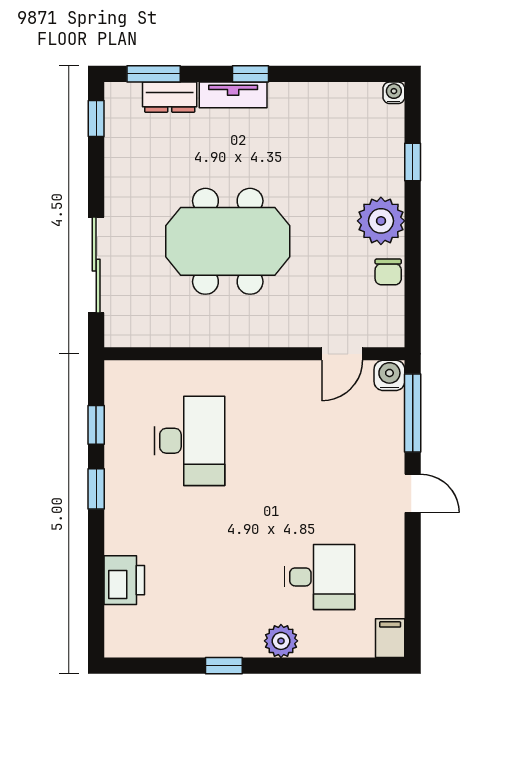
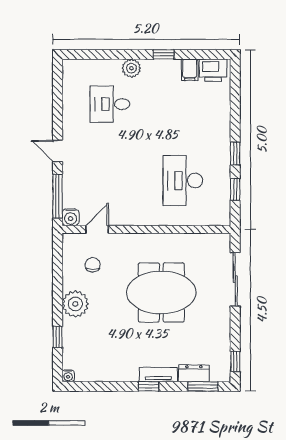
chair: (388, 272) -> (93, 265), moved
printer: (124, 580) -> (213, 70), moved, turned -90
filing cabinet: (390, 638) -> (190, 70), moved

